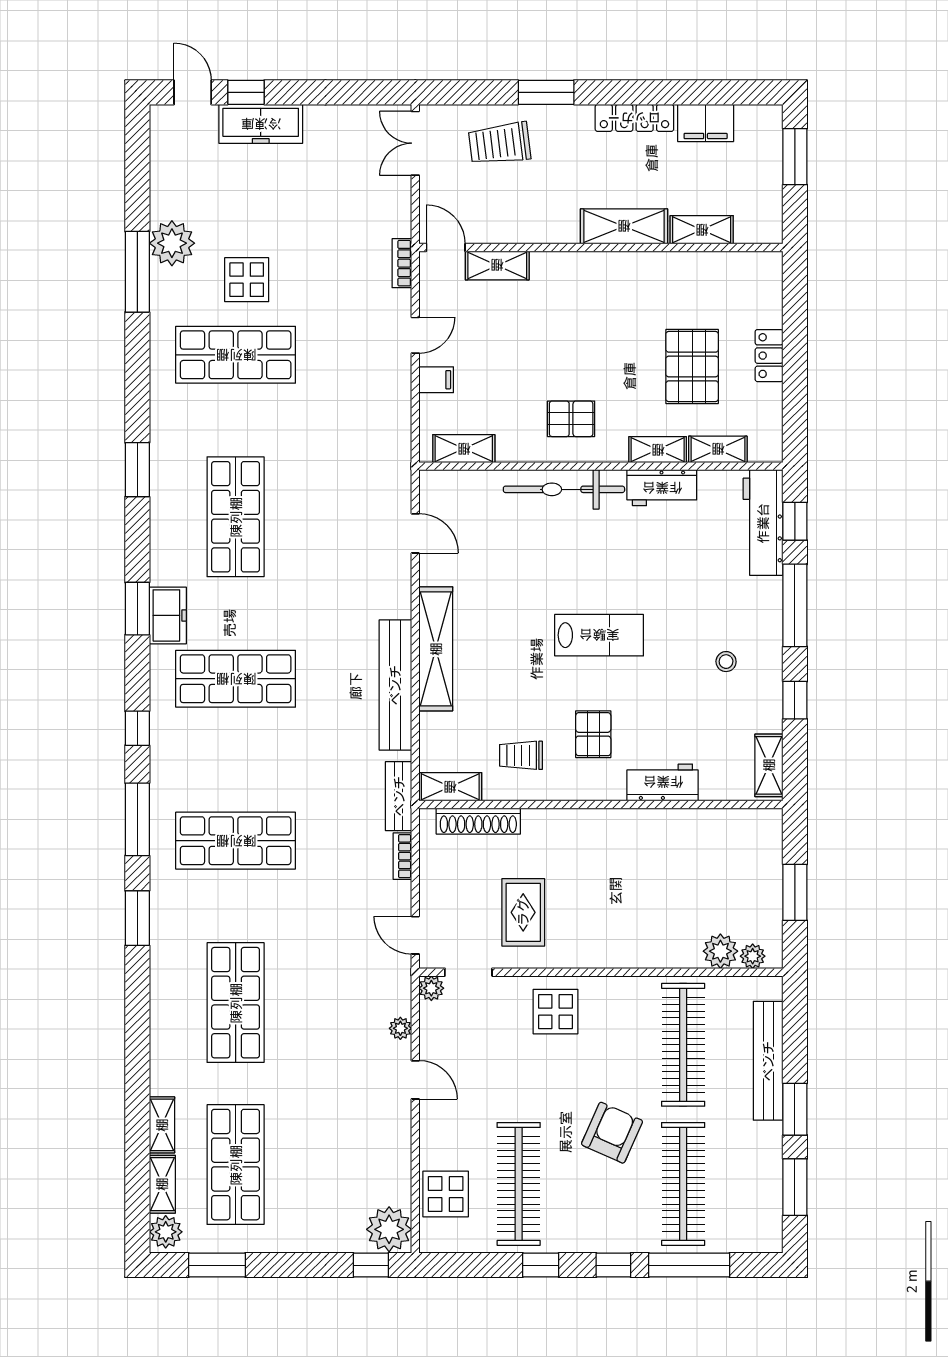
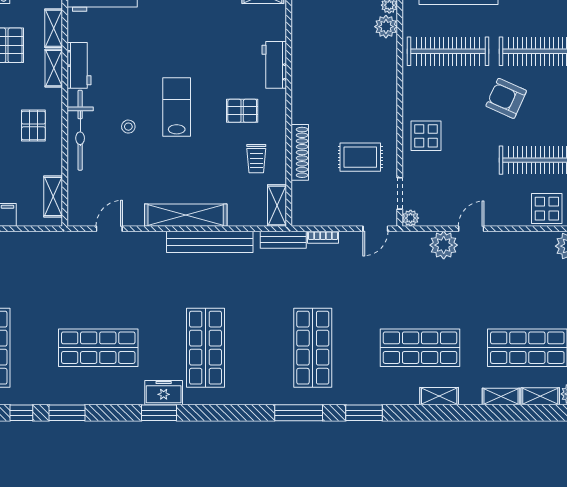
stool: (726, 662) -> (128, 127), moved
window: (137, 728) -> (21, 413), moved
shoe rack: (478, 821) -> (300, 152), moved
plant: (400, 1028) -> (444, 245), width x1.88, depth x1.88
shelving: (162, 1031) -> (439, 396), added

